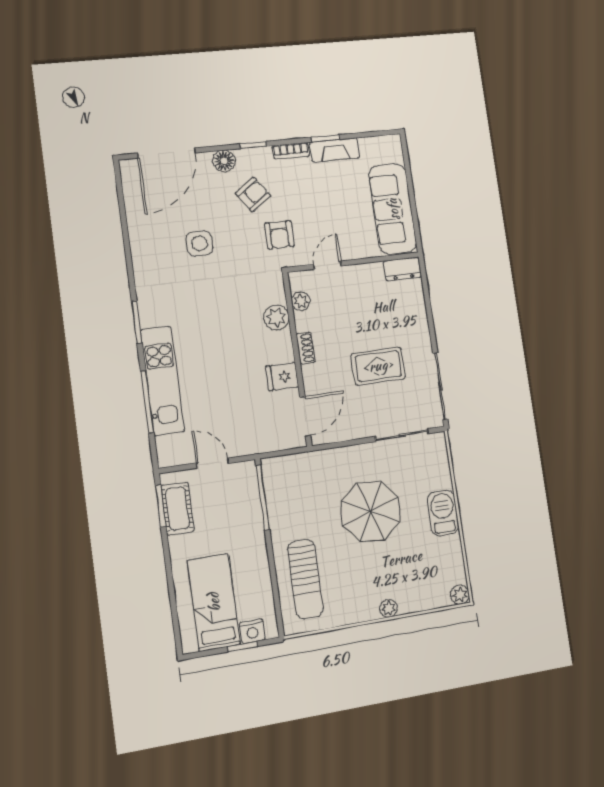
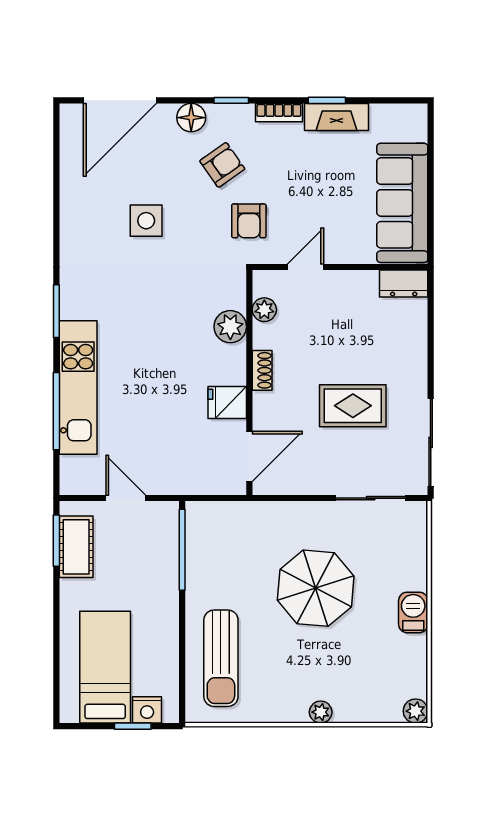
barbecue: (443, 513) -> (413, 612), width x0.73, depth x0.79

